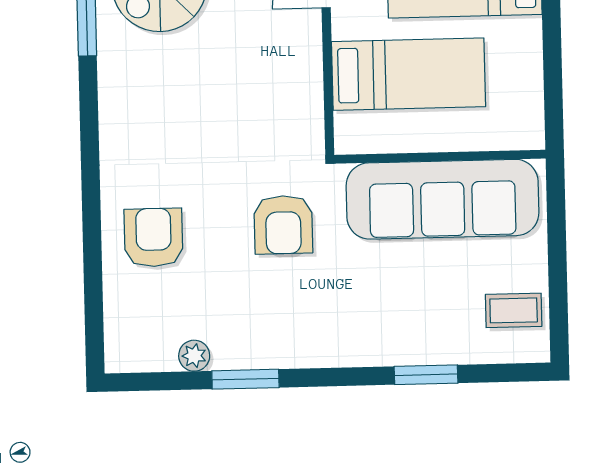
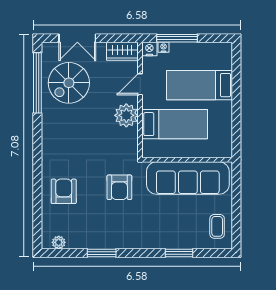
plant: (295, 57) -> (126, 115), added
coffee table: (514, 310) -> (217, 226), turned 90
plant: (194, 356) -> (59, 242), moved

